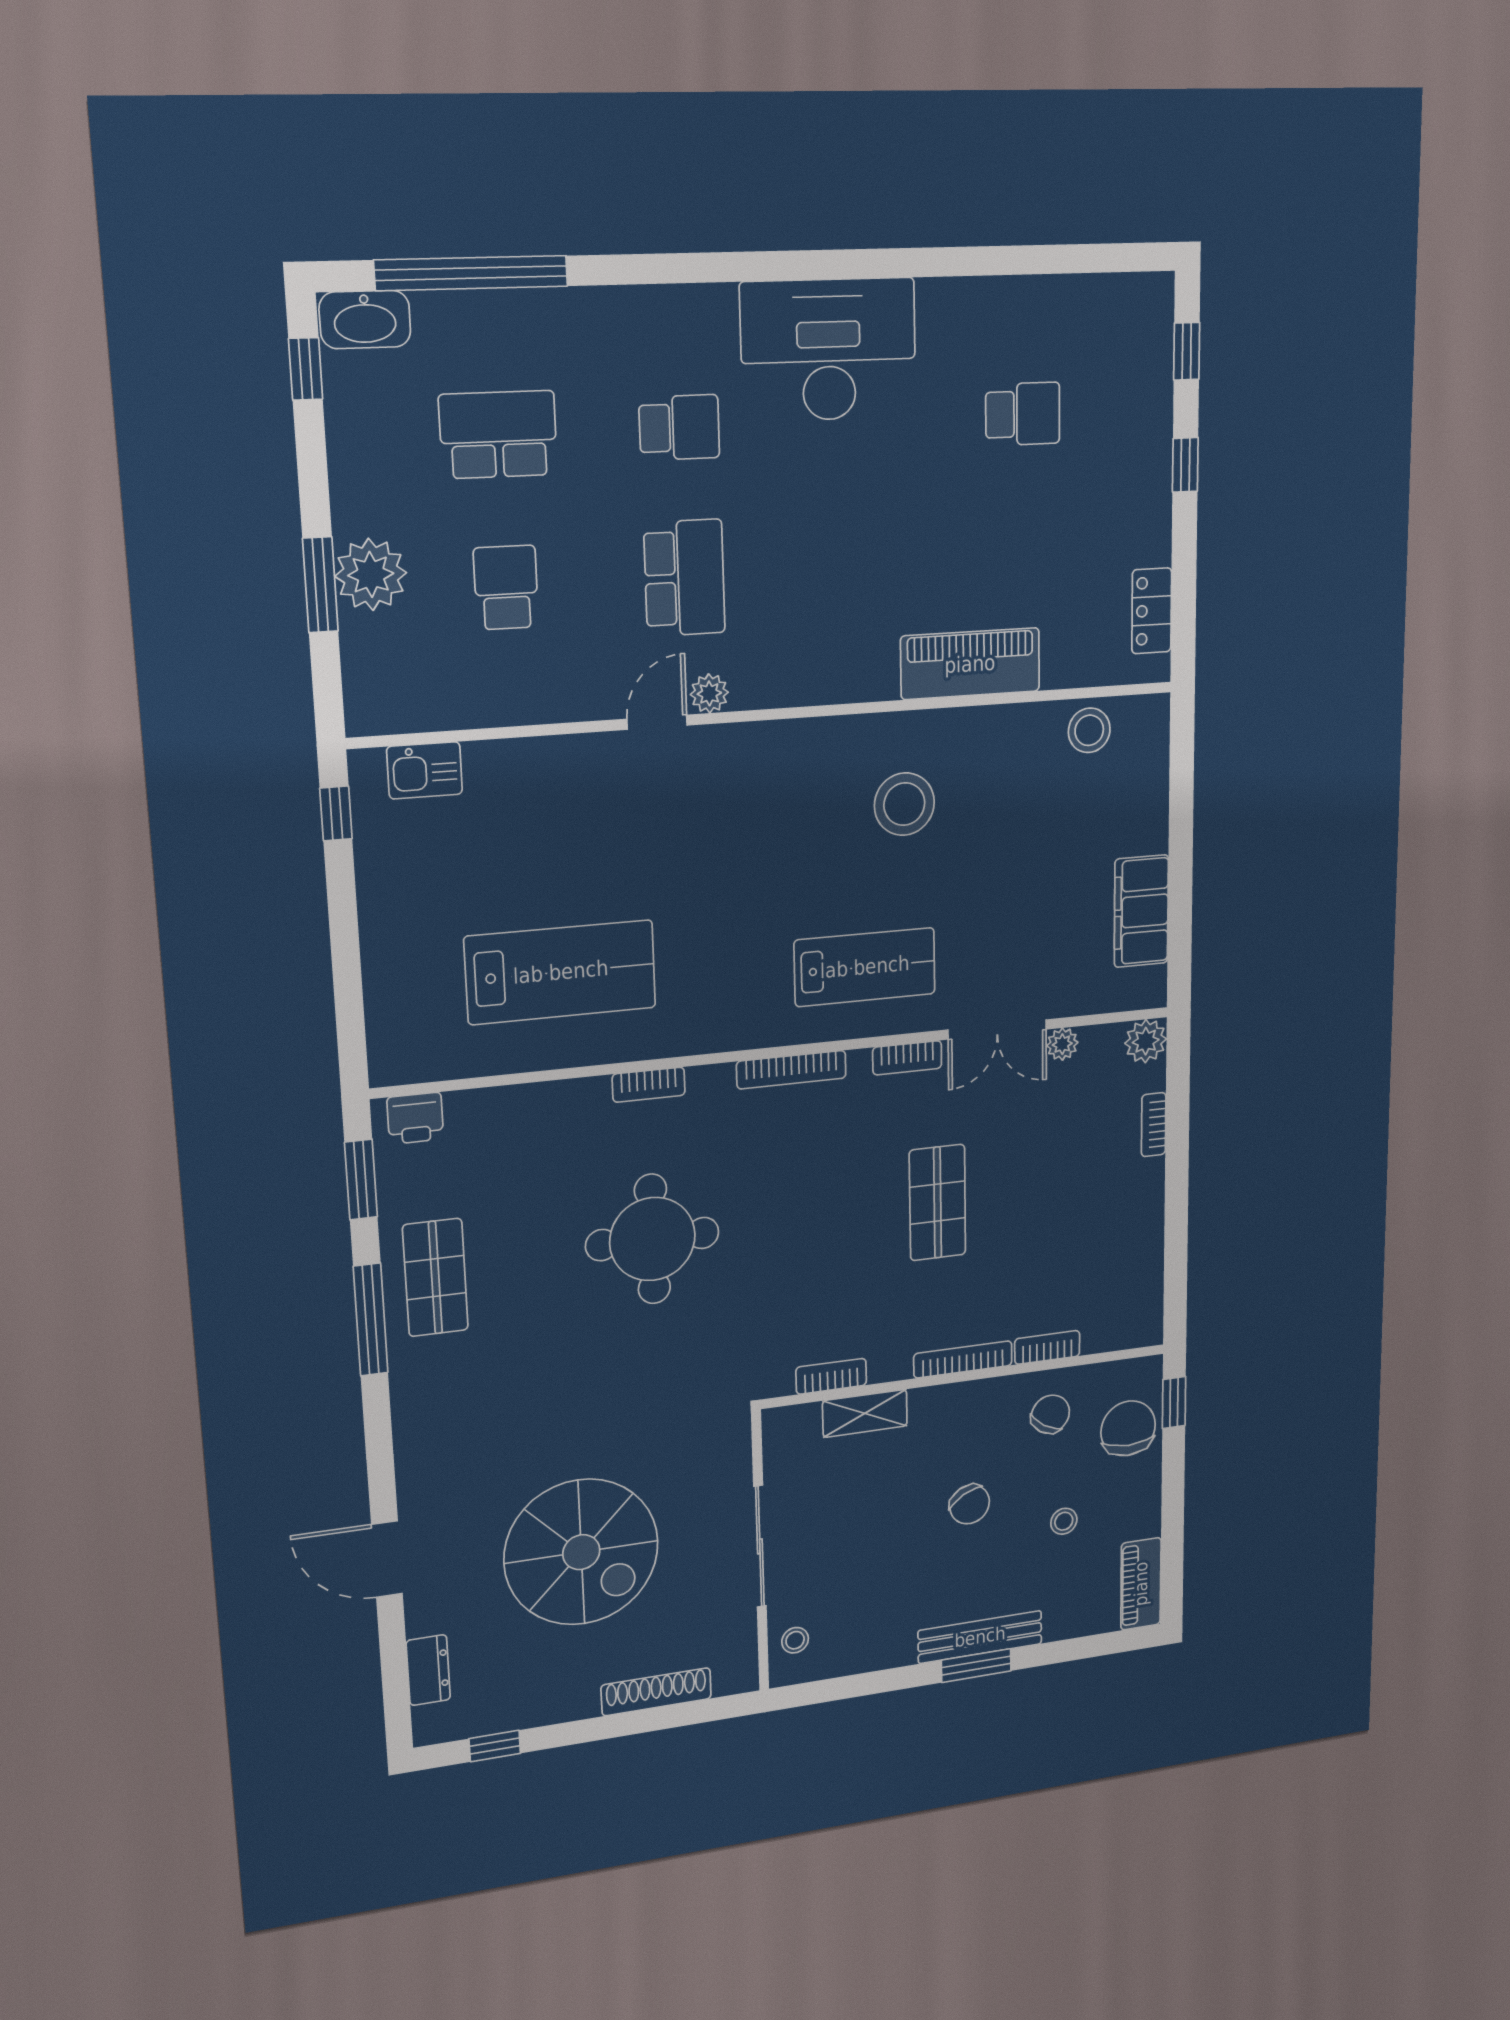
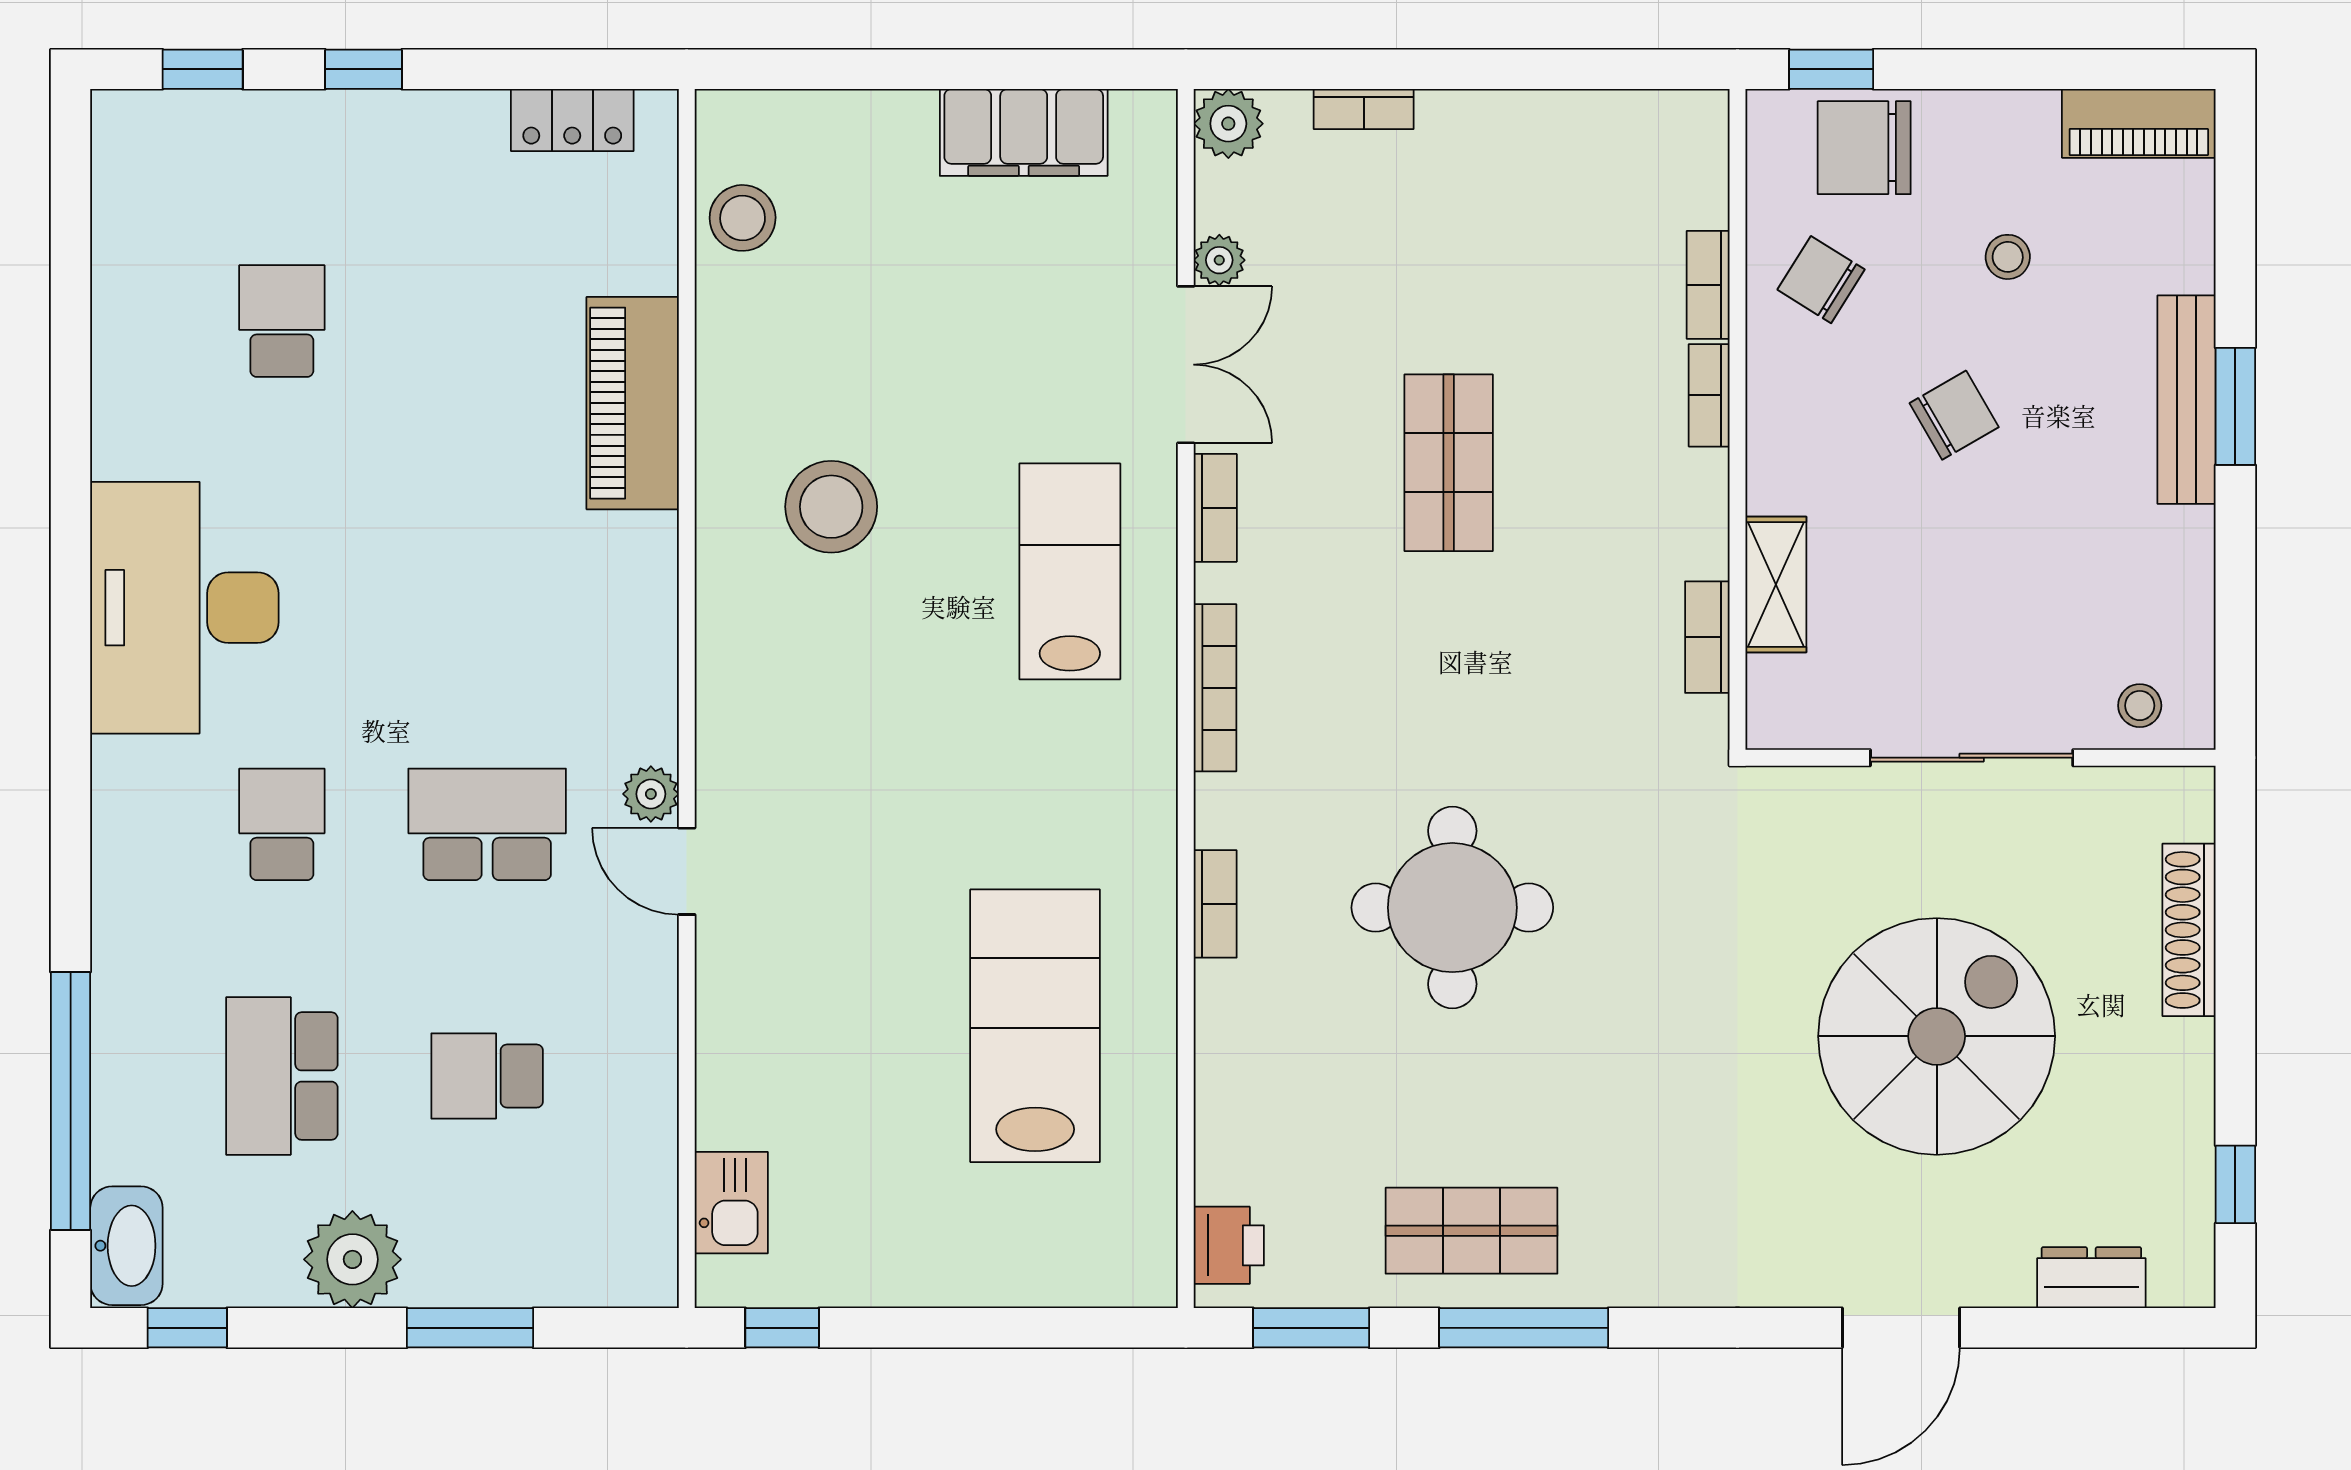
plant: (371, 574) -> (352, 1259), moved
shop shelf: (938, 1203) -> (1449, 463), turned 90
bookcase: (963, 1359) -> (1709, 395), width x0.64

